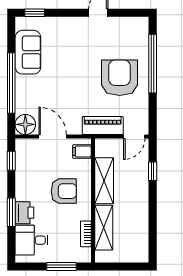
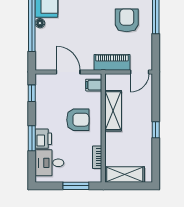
armchair: (120, 78) -> (127, 20), width x0.73, depth x0.73
floor lamp: (25, 124) -> (40, 23), moved, width x0.53, depth x0.53
window: (153, 171) -> (156, 130), moved
shelving: (104, 228) -> (125, 175), moved, turned 90

